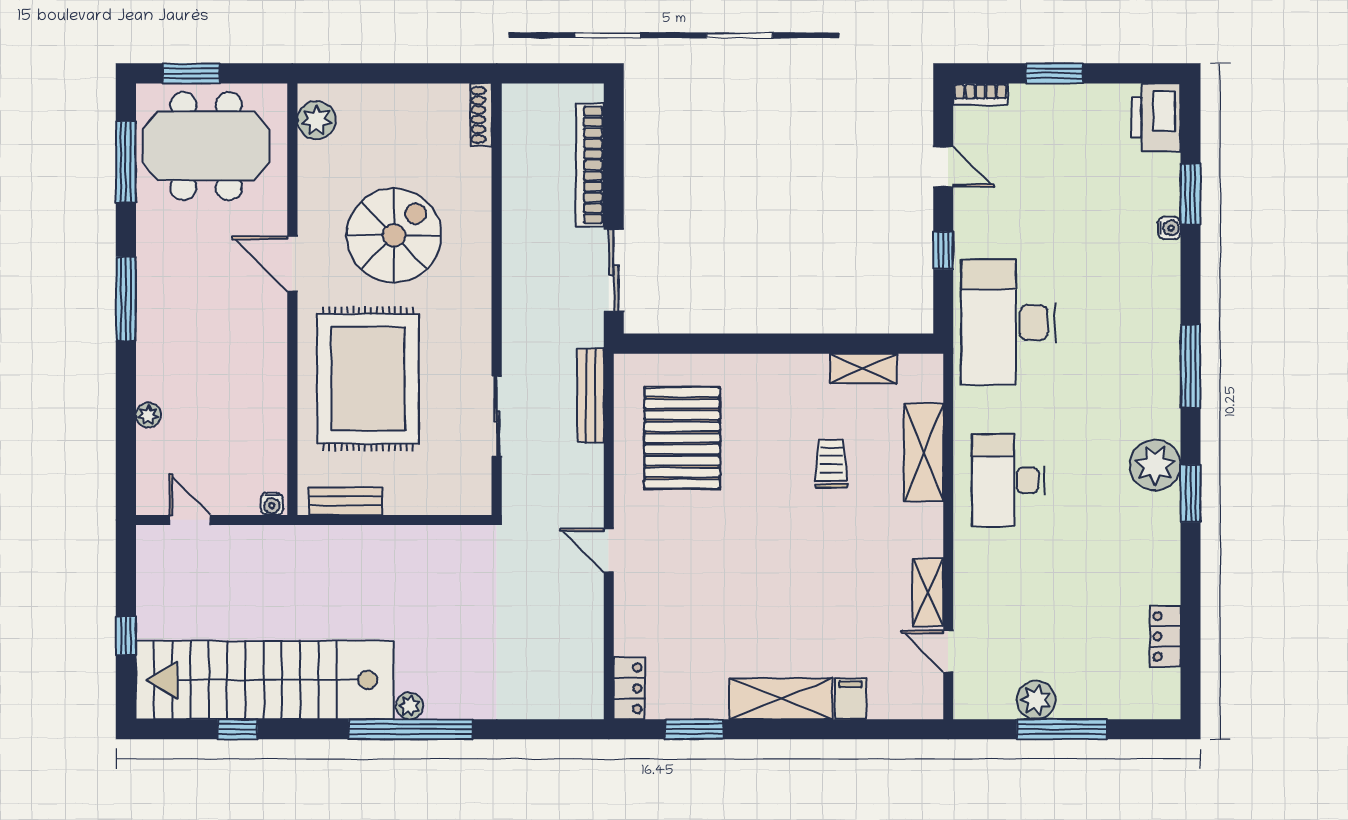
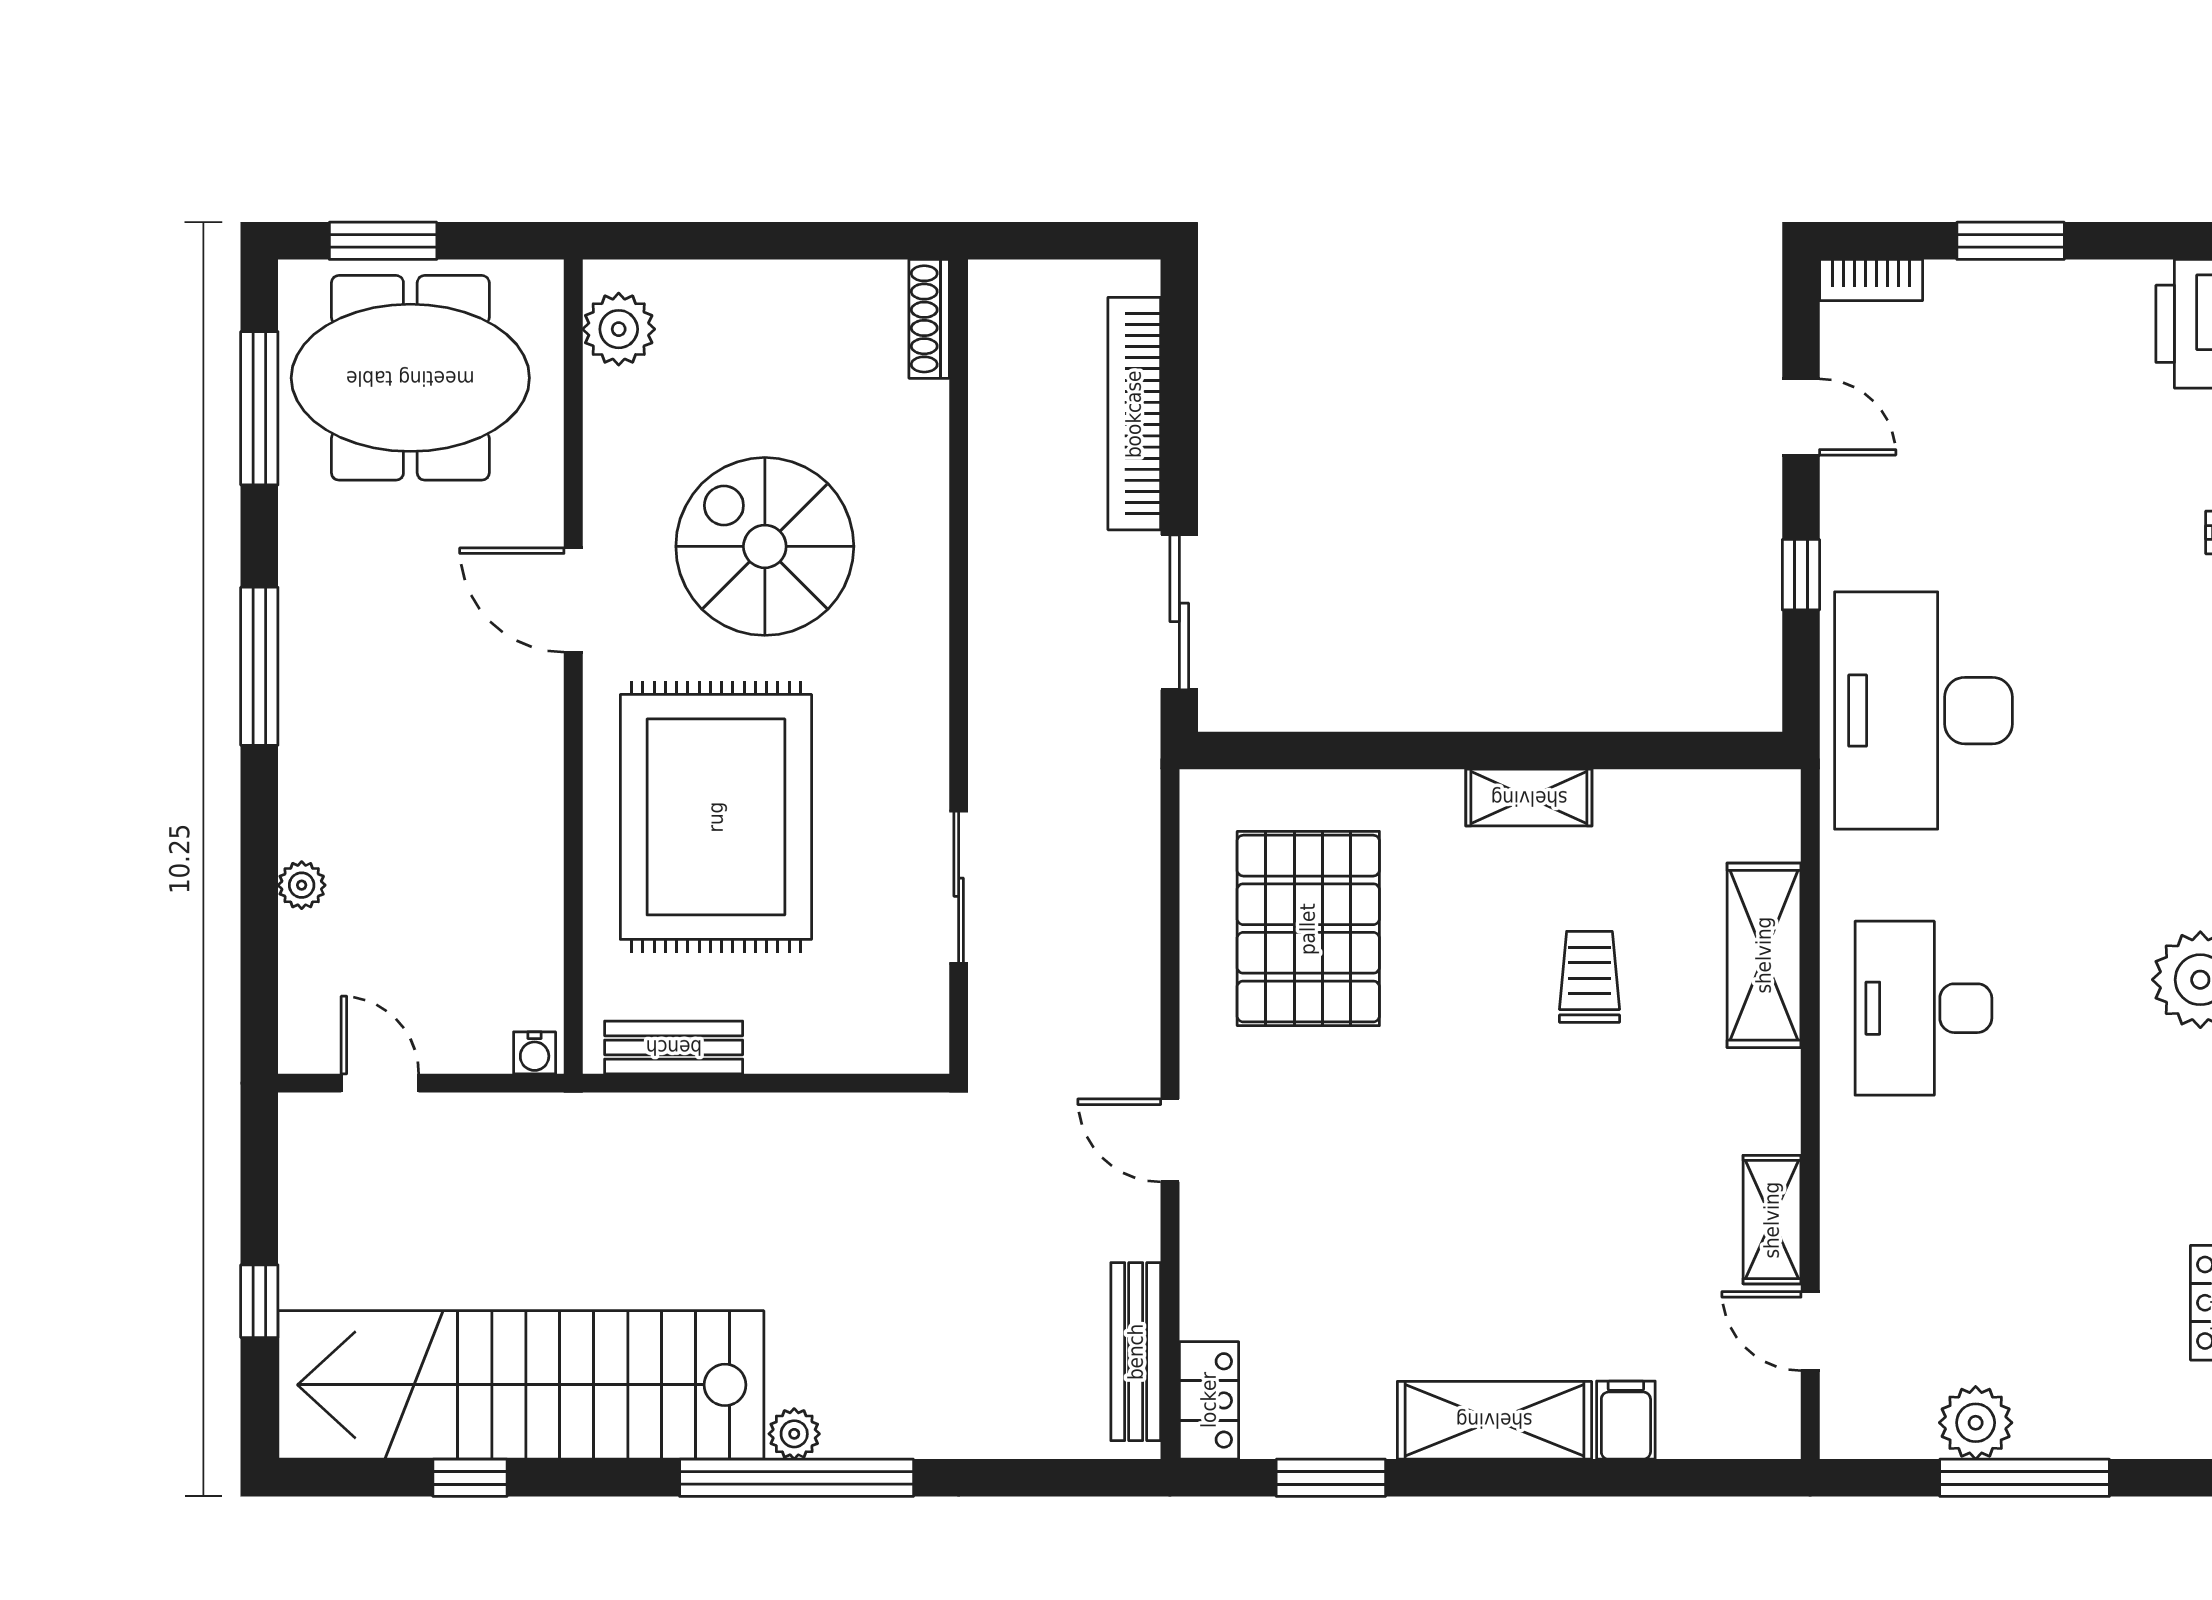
spiral stairs: (394, 235) -> (765, 546), turned -90
shelving: (863, 369) -> (1529, 798), moved
bench: (591, 395) -> (1136, 1352), moved

